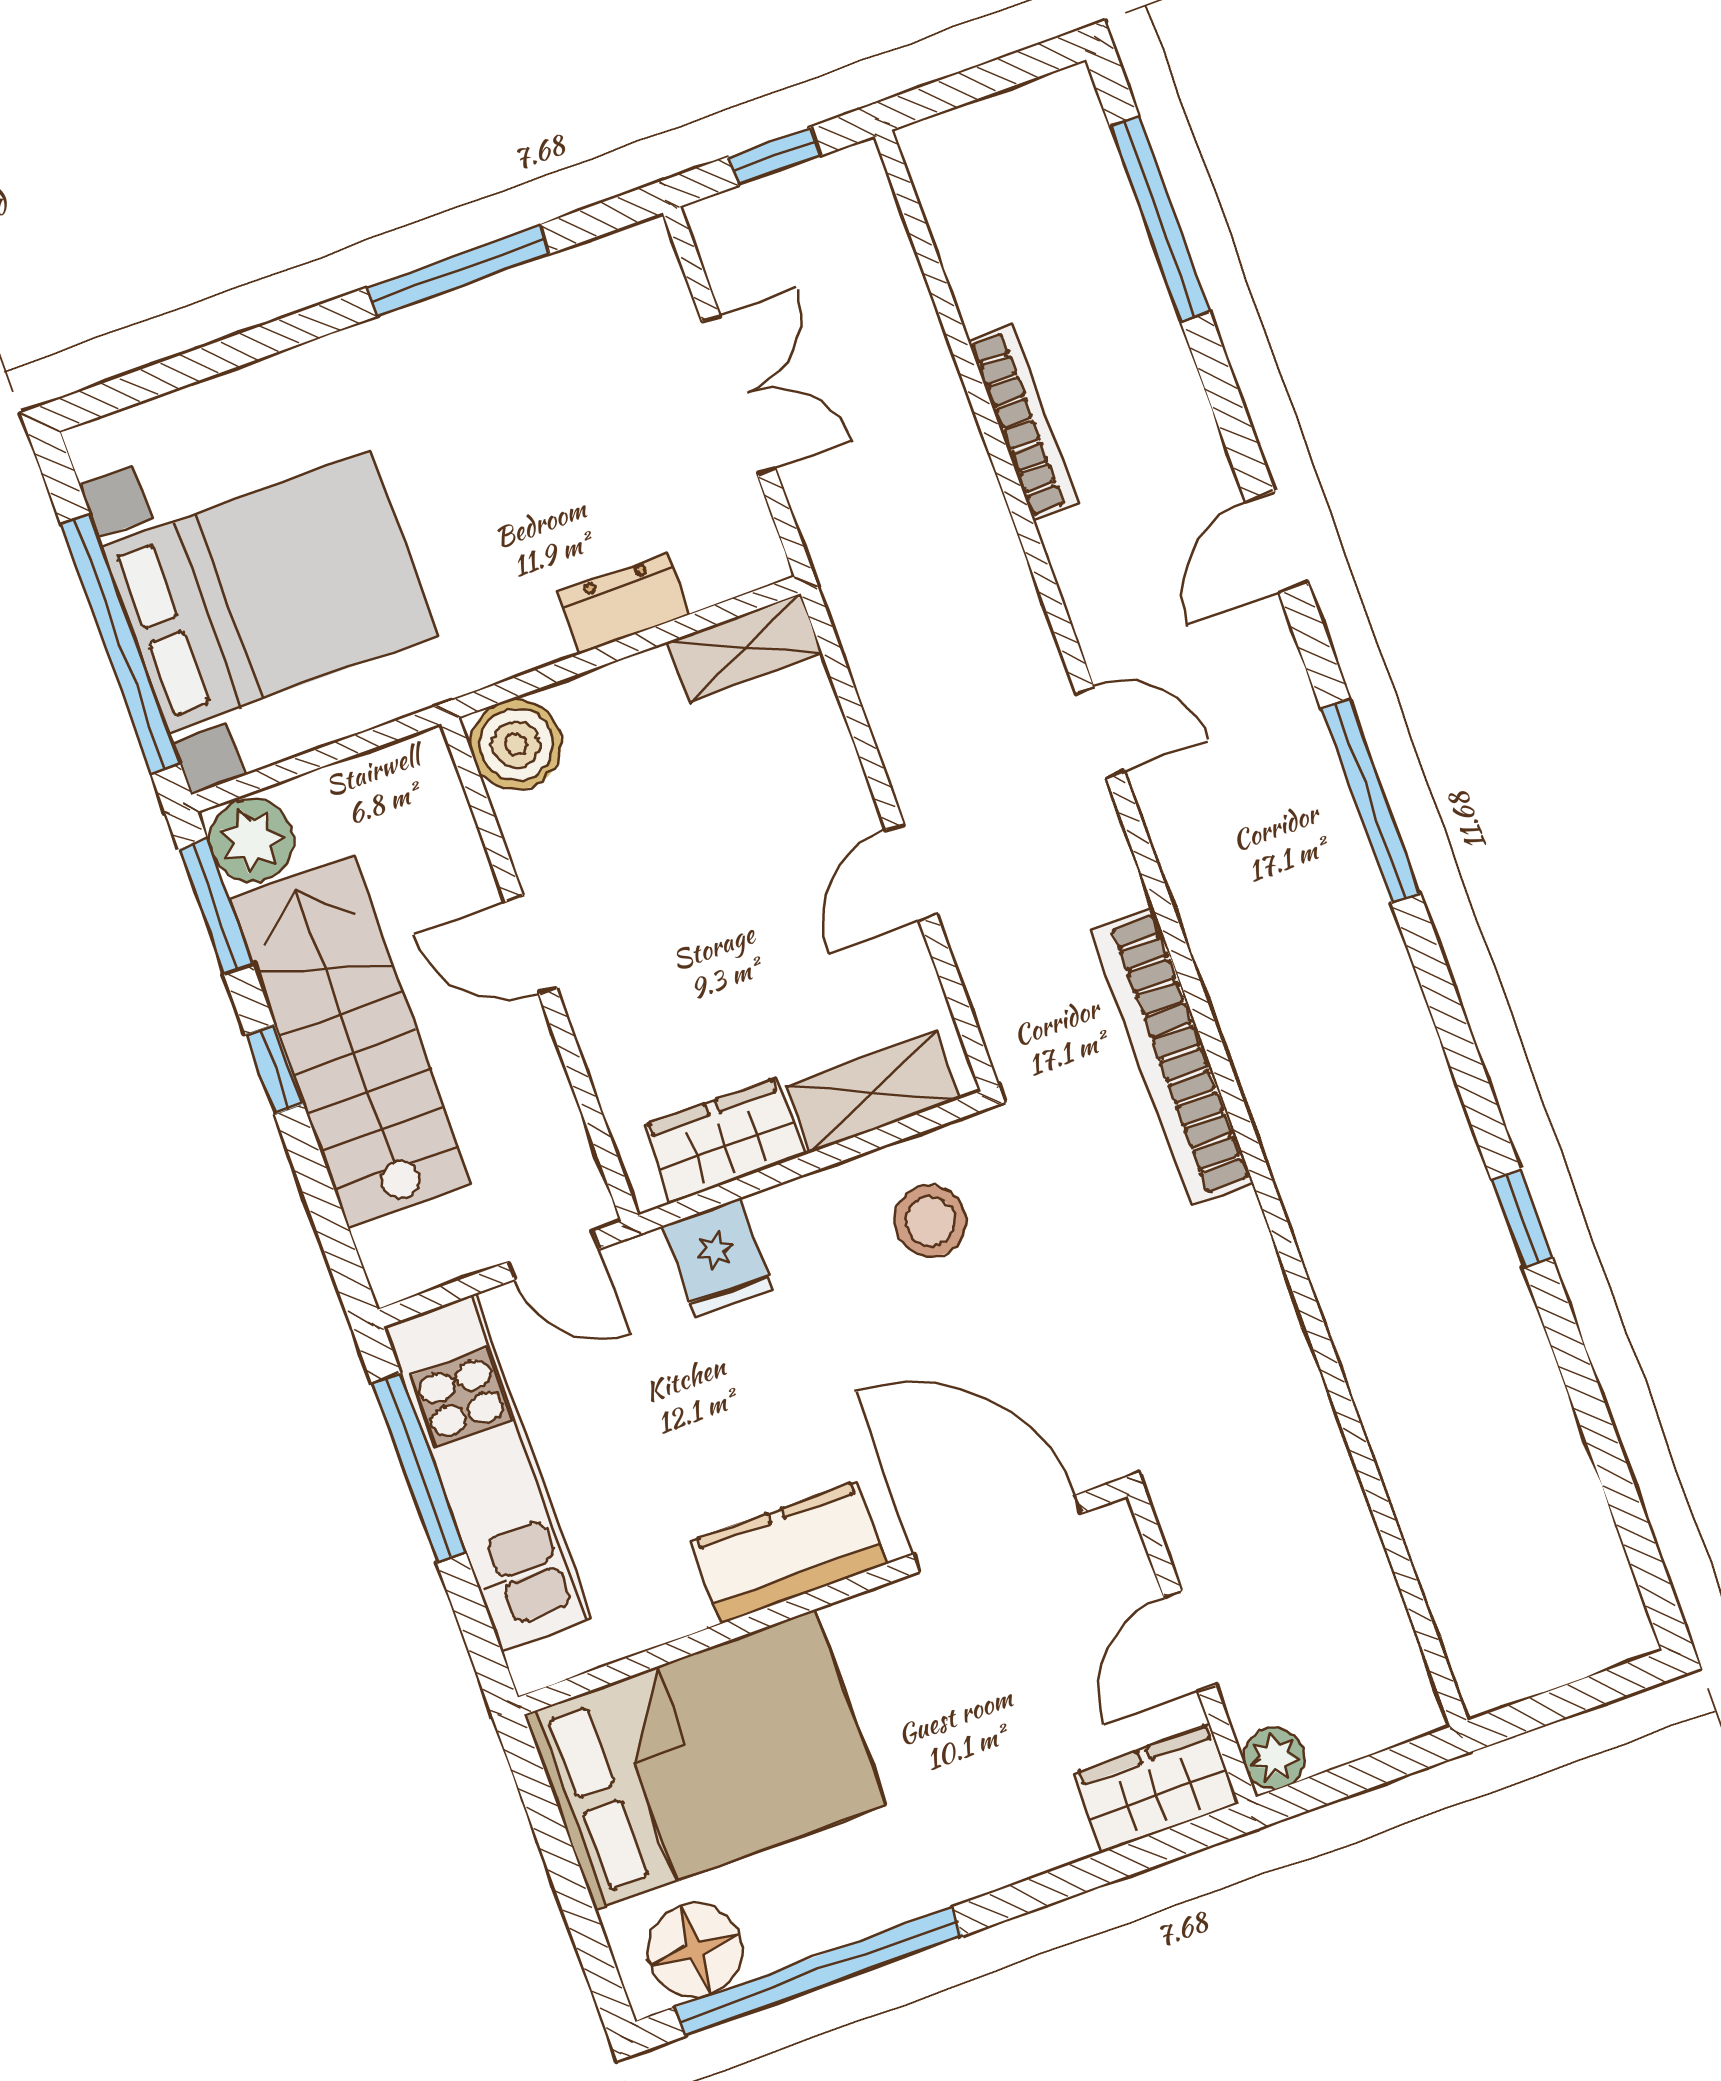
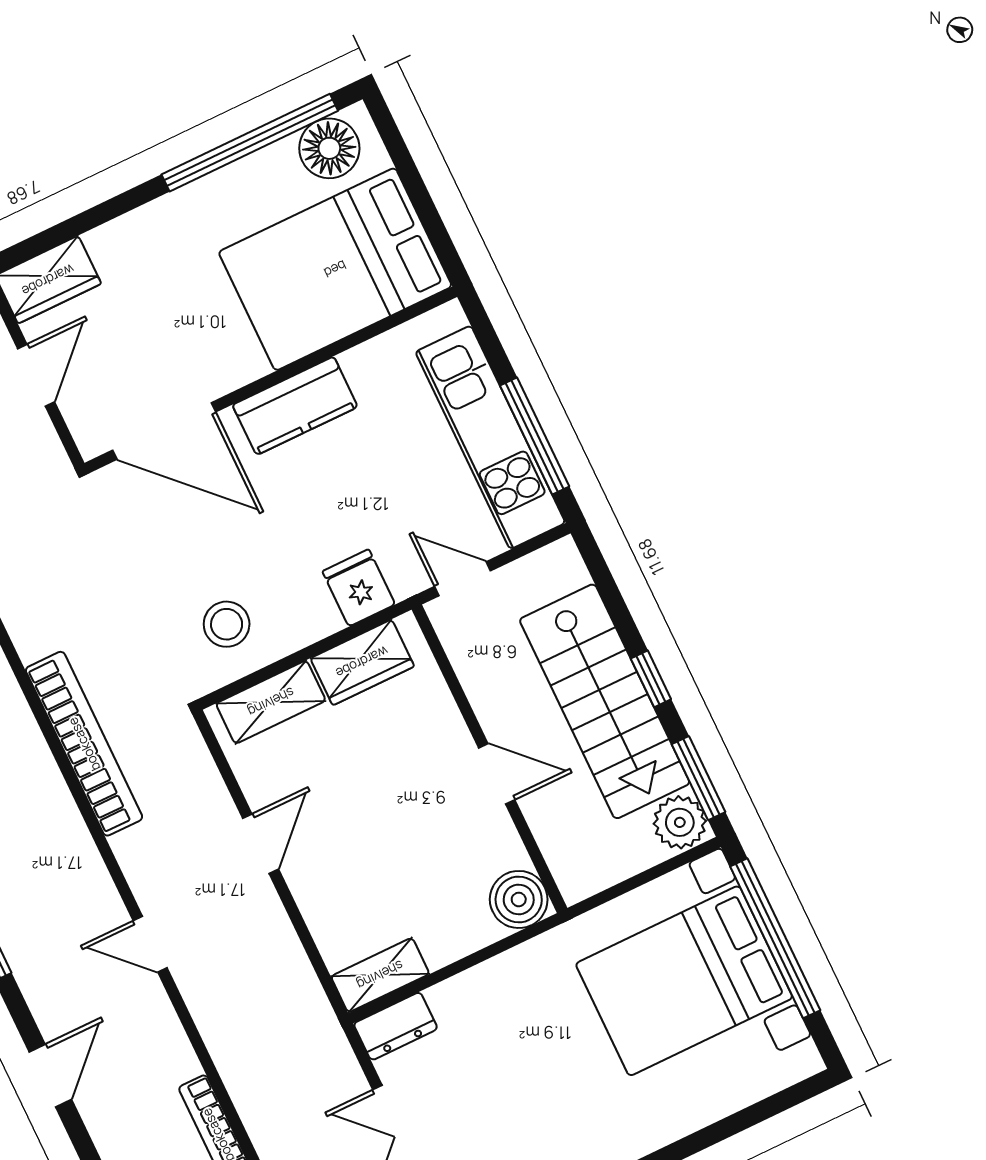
dresser: (624, 603) -> (396, 1026), moved

